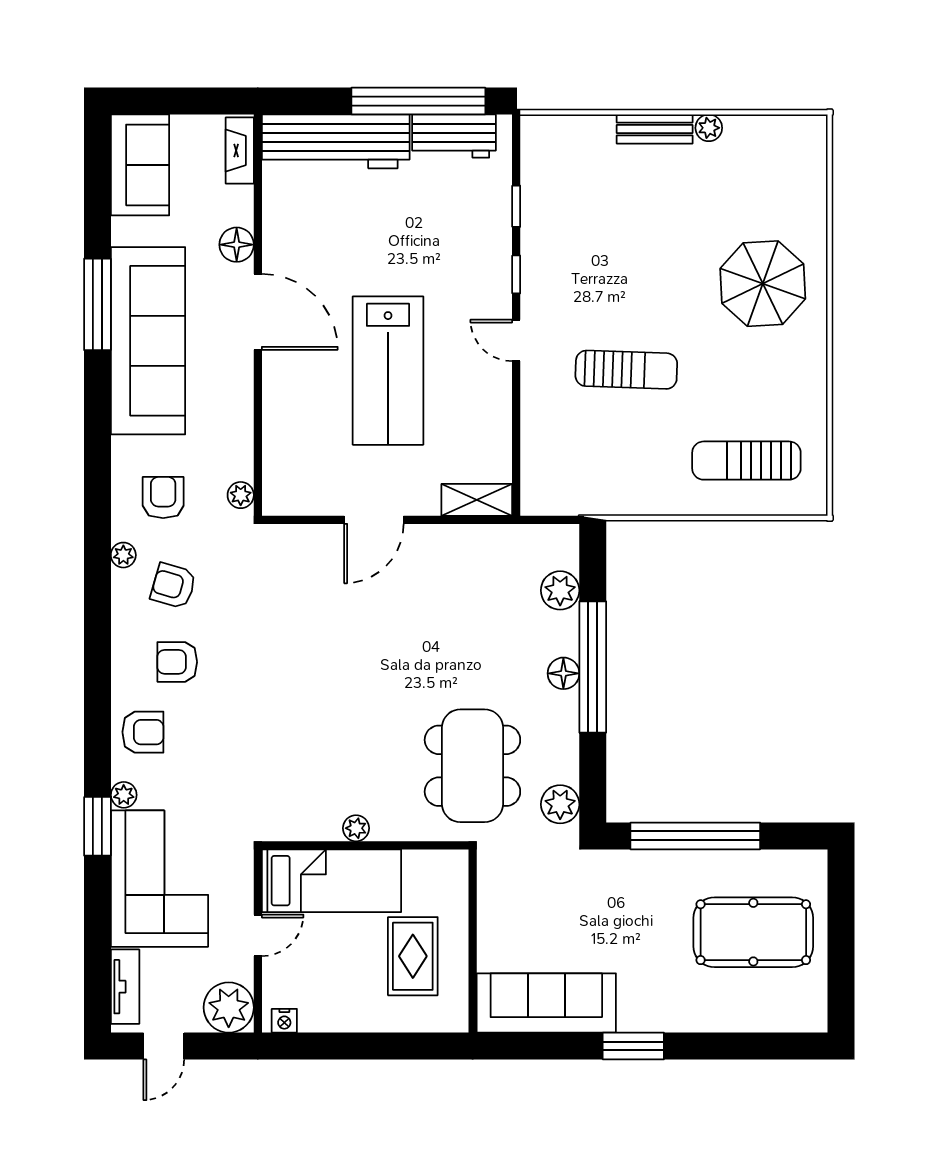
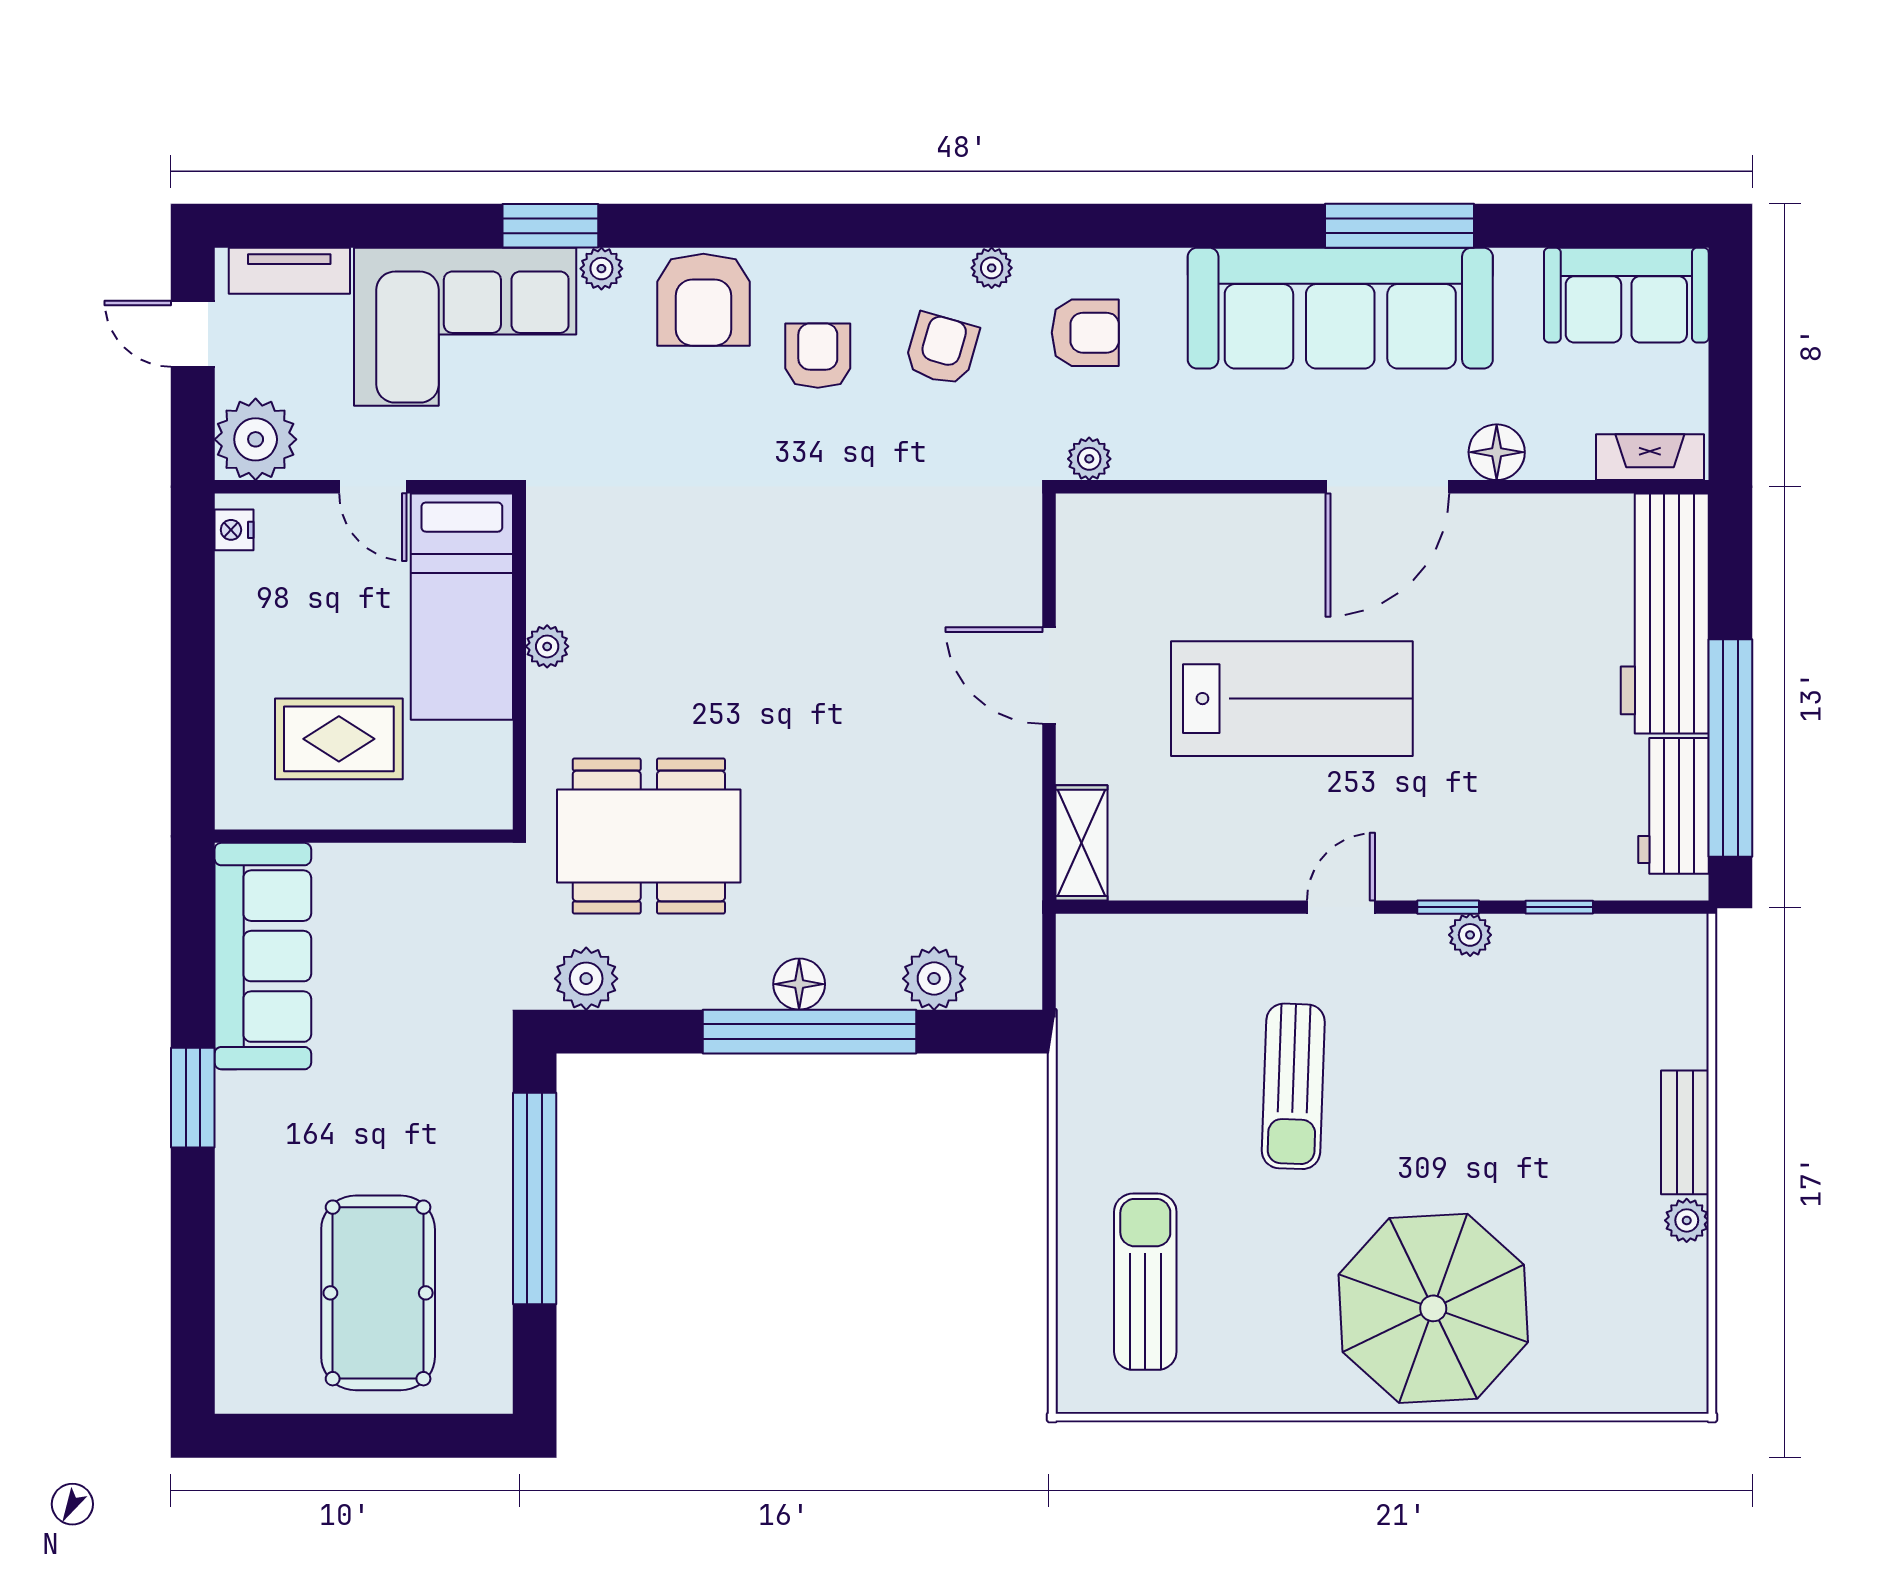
plant: (533, 261) -> (1470, 935), added
parasol: (763, 284) -> (1433, 1308), width x1.36, depth x1.36
lab bench: (388, 371) -> (1292, 699), turned 180
armchair: (143, 732) -> (703, 300), width x1.38, depth x1.38

